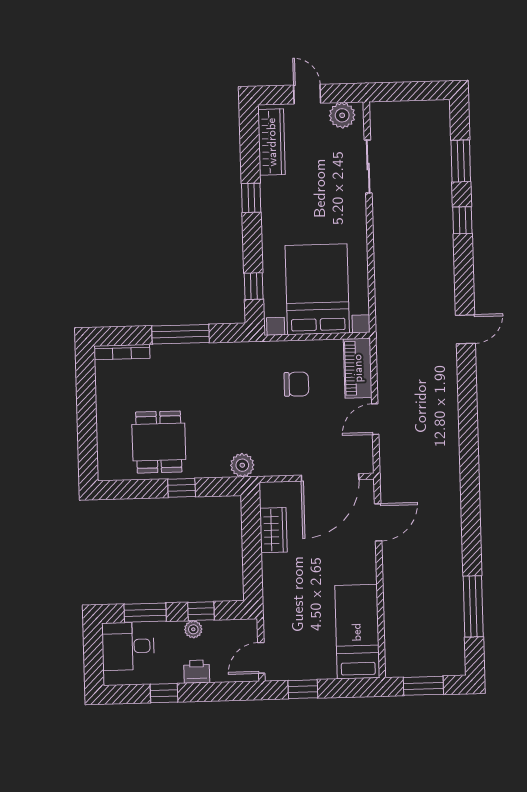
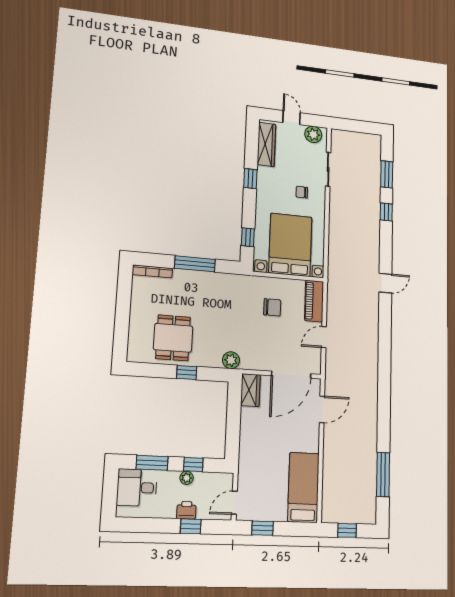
chair: (330, 208) -> (302, 192), added
wardrobe: (273, 530) -> (250, 390), moved
window: (423, 686) -> (347, 530), width x0.67
window: (164, 693) -> (191, 526), moved

